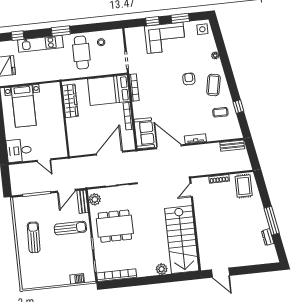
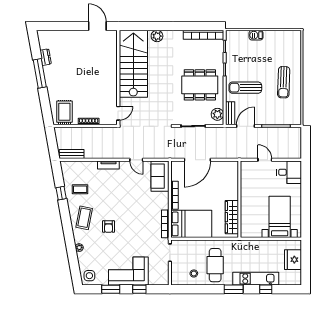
window: (18, 36) -> (266, 289), moved
door: (169, 147) -> (136, 160), width x0.53
barbecue: (77, 279) -> (256, 35), moved

